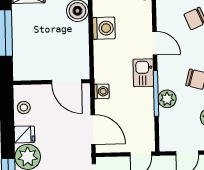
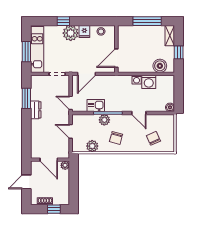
door: (155, 43) -> (139, 113), hinge flipped
kitchen sink: (143, 73) -> (96, 106), moved
washing machine: (102, 91) -> (137, 80), moved

